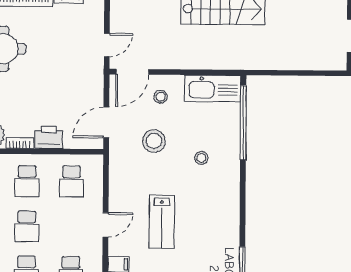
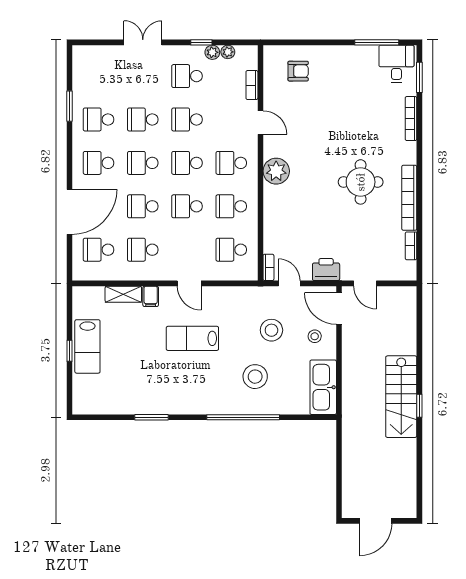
door: (106, 123) -> (289, 283), width x0.73
window: (243, 123) -> (243, 417), moved
printer: (49, 137) -> (326, 270), moved, turned -90
bookcase: (20, 143) -> (268, 267), moved
stool: (201, 158) -> (255, 377), width x1.89, depth x1.89

